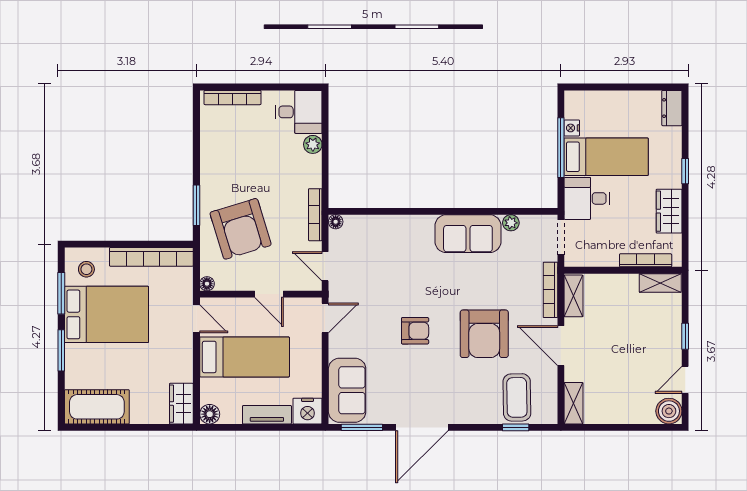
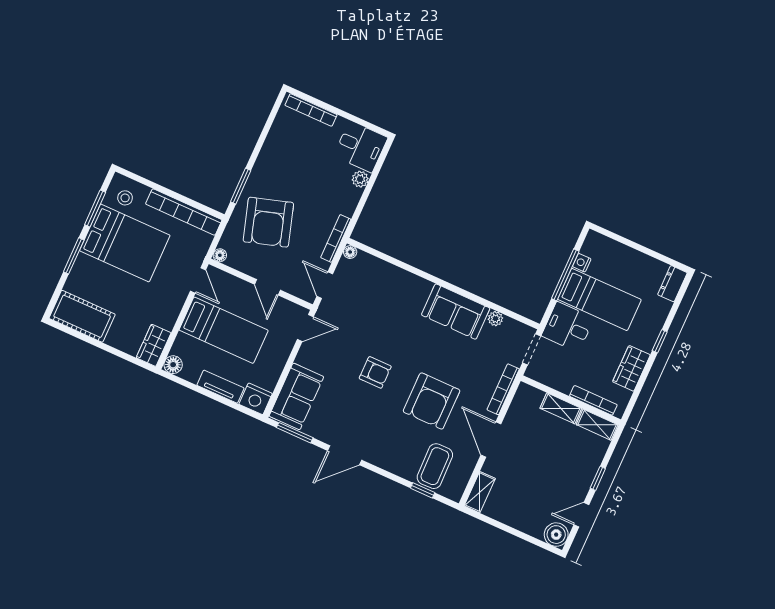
shelving: (574, 296) -> (561, 408), moved, turned 90
door: (422, 427) -> (345, 455), width x0.73

